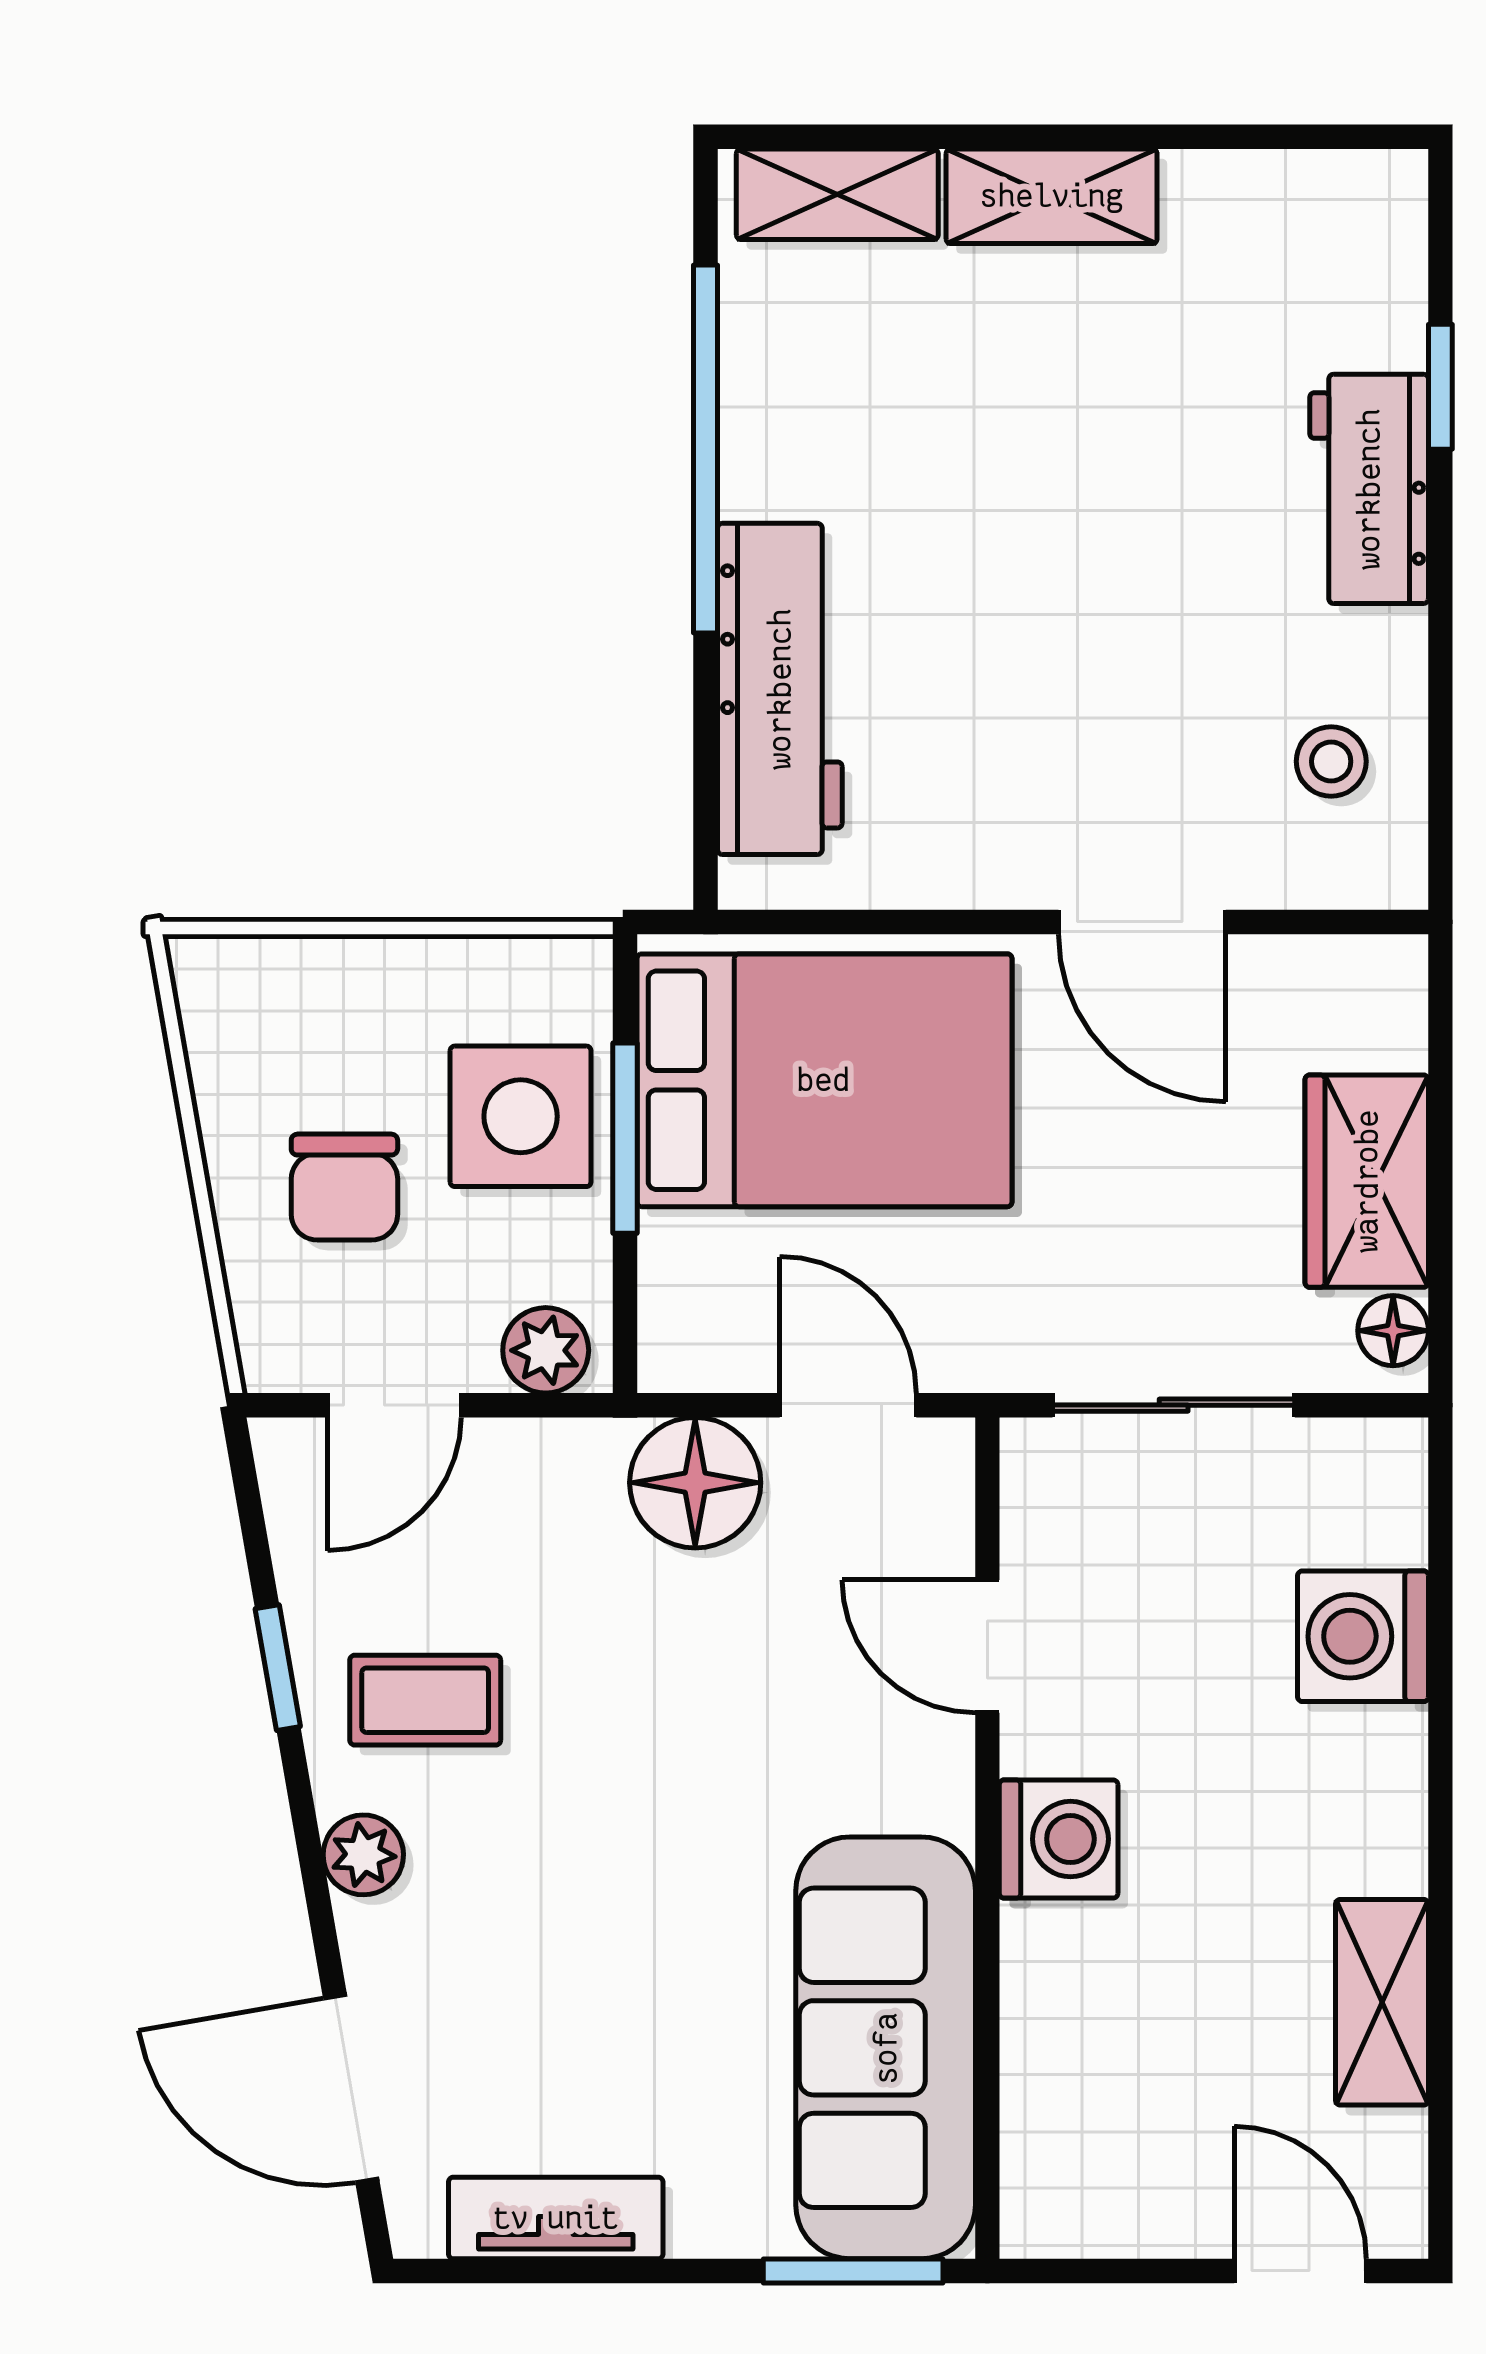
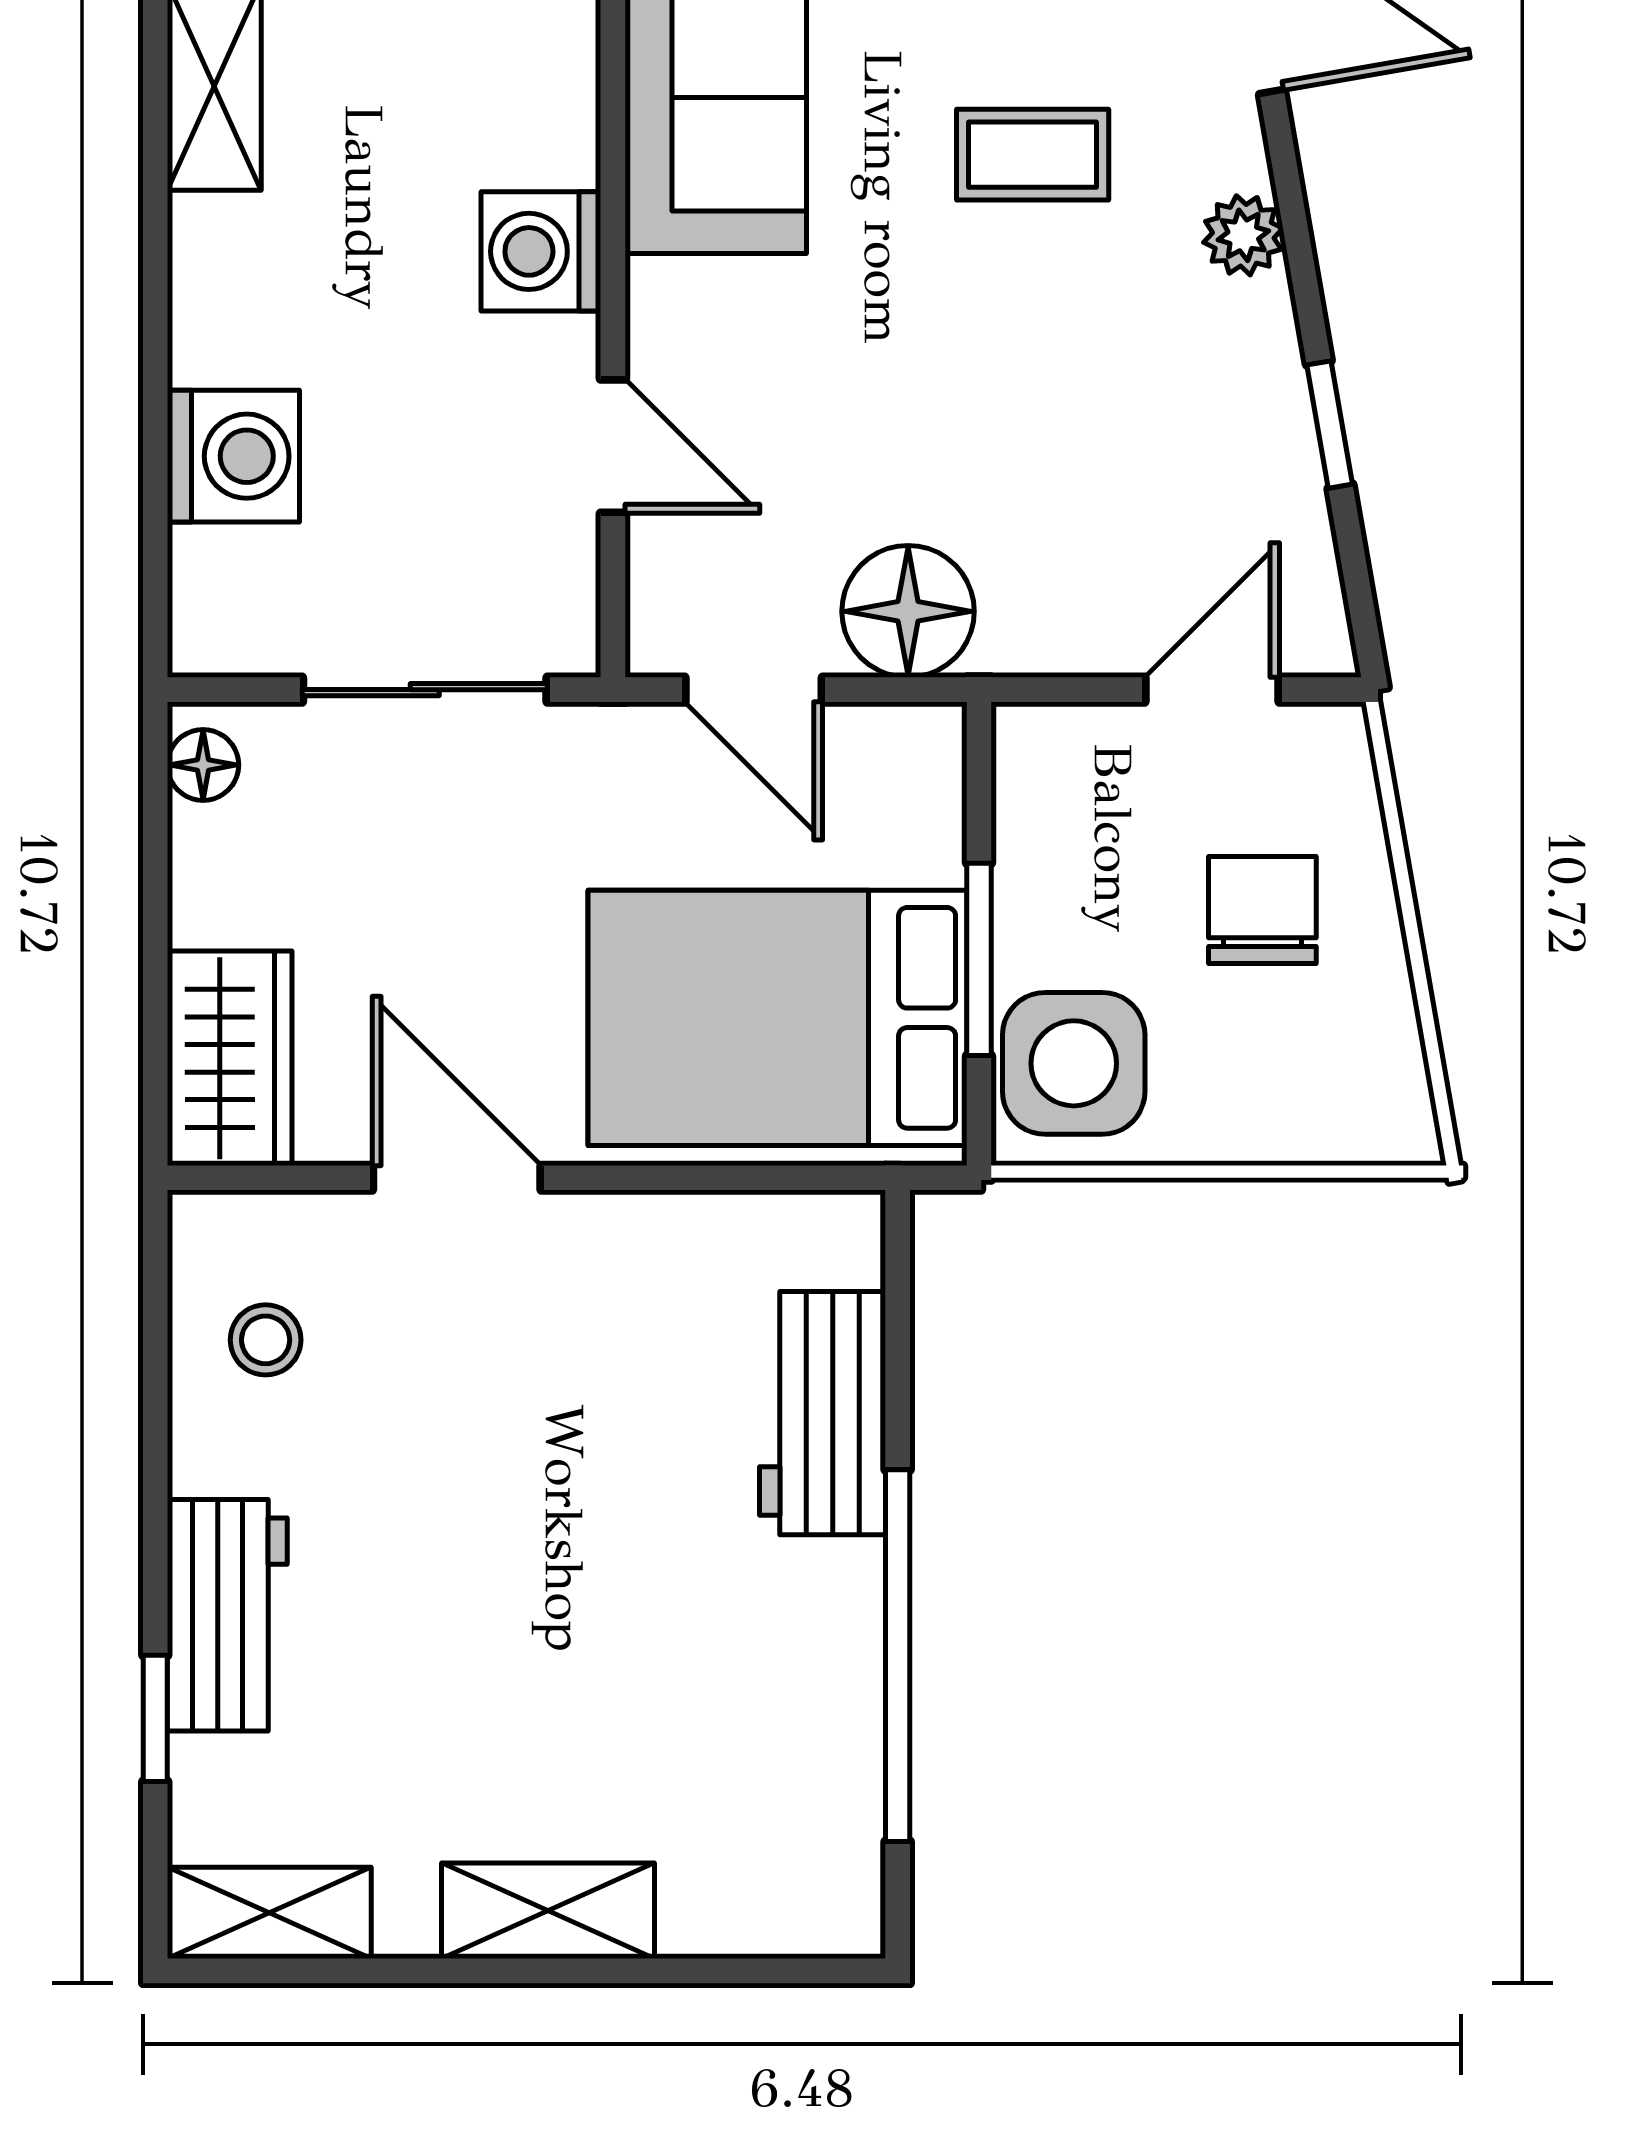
shelving: (837, 194) -> (269, 1913), moved
workbench: (780, 689) -> (823, 1413), width x0.73
side table: (521, 1116) -> (1074, 1063), moved
wardrobe: (1367, 1181) -> (230, 1058), moved
plant: (546, 1350) -> (1059, 745), removed
coffee table: (425, 1700) -> (1033, 155), moved

